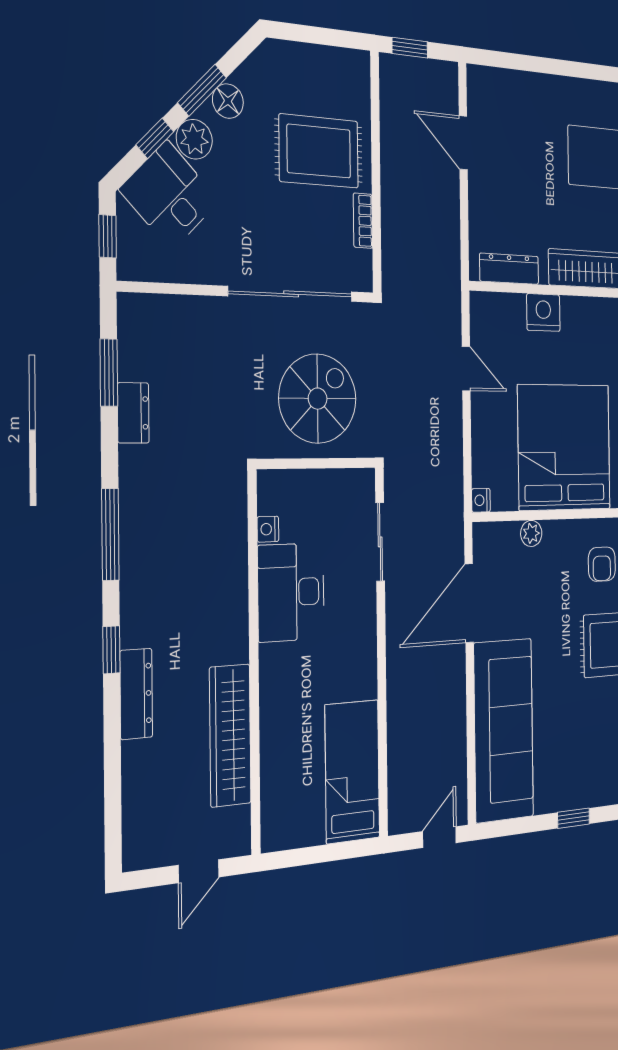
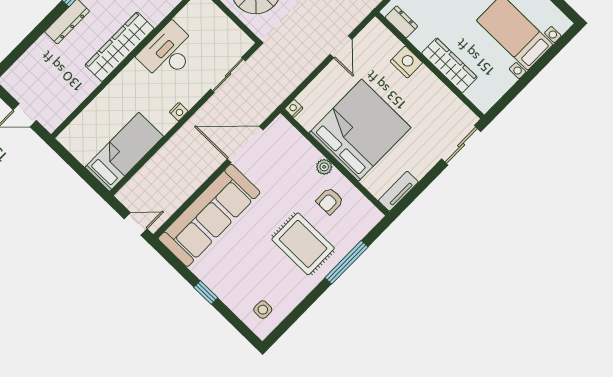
dresser: (509, 269) -> (401, 22), width x0.70
nightstand: (268, 529) -> (179, 112), moved, turned 180
plant: (531, 533) -> (324, 167), moved
wardrobe: (230, 735) -> (120, 47), moved

